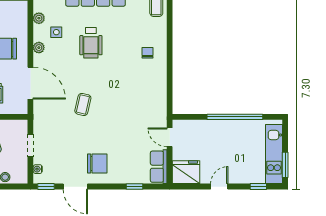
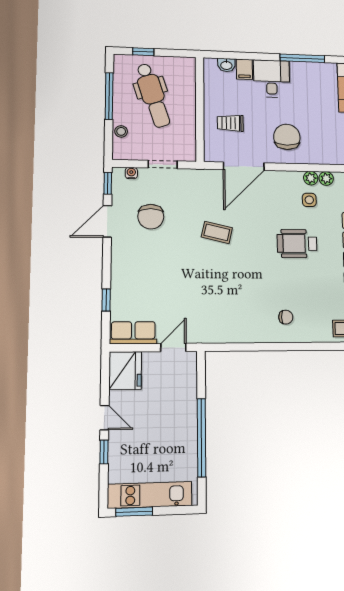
plant: (39, 48) -> (311, 178), moved
chair: (97, 164) -> (151, 217), moved
window: (258, 187) -> (104, 452), moved

